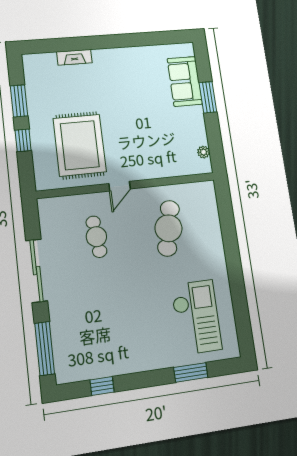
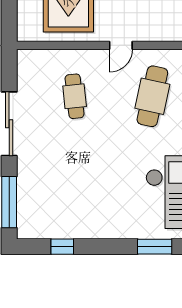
door: (120, 186) -> (121, 45), moved

